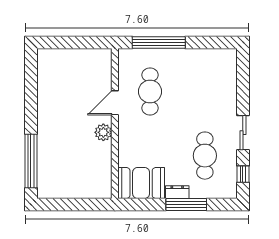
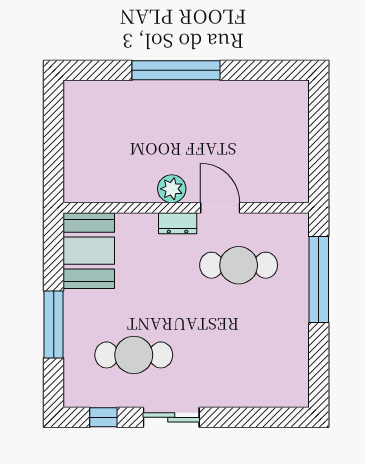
window: (31, 161) -> (176, 70), moved
dresser: (177, 192) -> (178, 223), moved, turned 90

